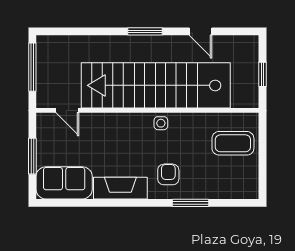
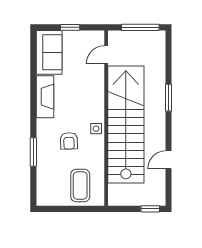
window: (145, 31) -> (169, 98), moved
window: (262, 74) -> (150, 209), moved
window: (32, 156) -> (70, 27), width x0.67
armchair: (168, 174) -> (69, 141), moved, turned 88

